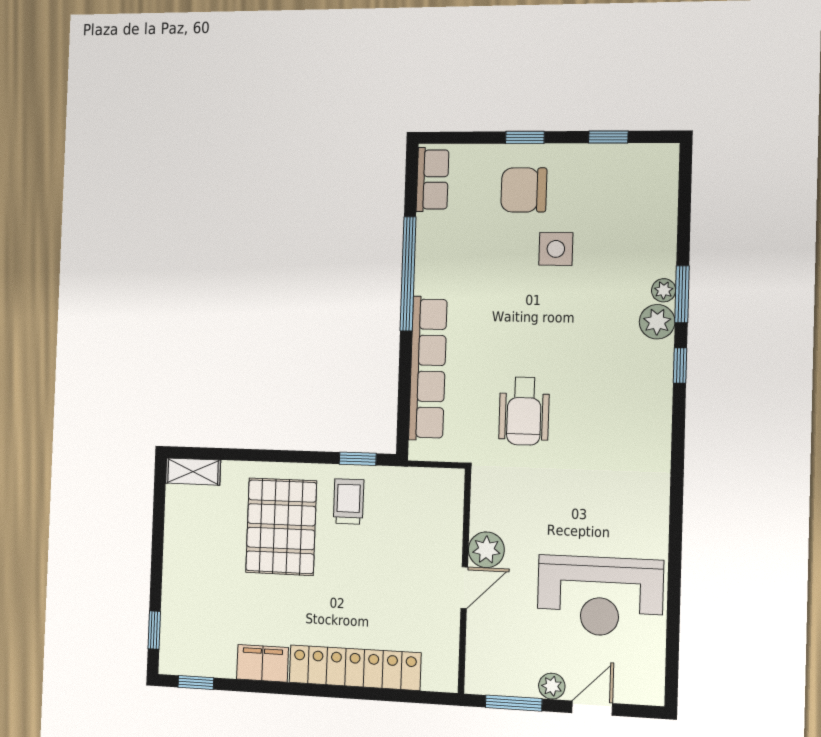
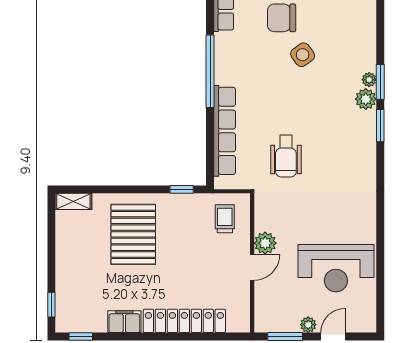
side table: (556, 249) -> (303, 55), turned -36
window: (680, 365) -> (380, 126), width x1.50
trolley: (349, 501) -> (225, 219), moved

